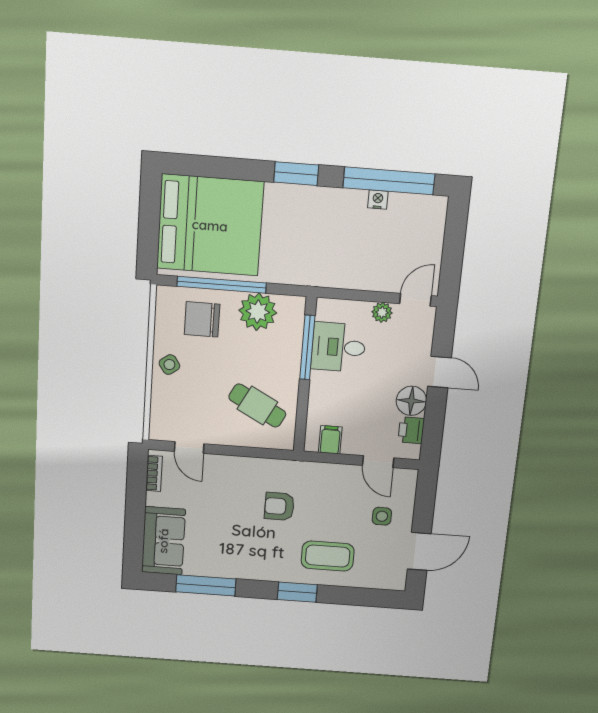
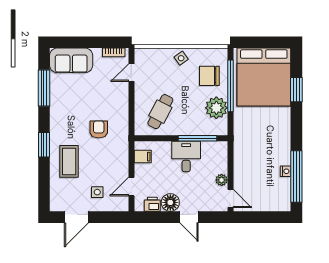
window: (296, 174) -> (296, 90), moved
chair: (202, 319) -> (209, 76), turned -90
desk: (338, 347) -> (186, 156), moved
door: (439, 372) -> (189, 217), hinge flipped
door: (419, 551) -> (76, 217), hinge flipped

